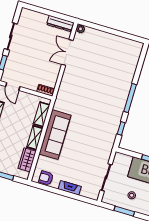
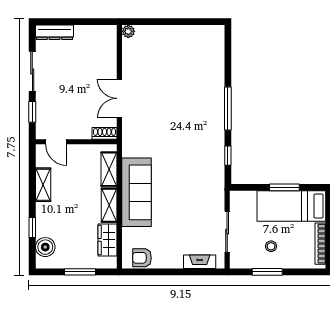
dresser: (60, 23) -> (55, 32), moved
double door: (67, 52) -> (119, 98), moved
fireplace: (70, 188) -> (200, 262), moved

